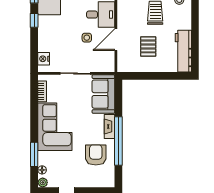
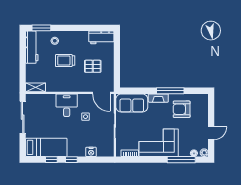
door: (116, 40) -> (101, 93), moved
workbench: (183, 51) -> (101, 37), width x0.73
nightstand: (44, 59) -> (91, 152), moved
window: (118, 141) -> (170, 91), width x0.68
window: (34, 154) -> (181, 160), width x1.44

